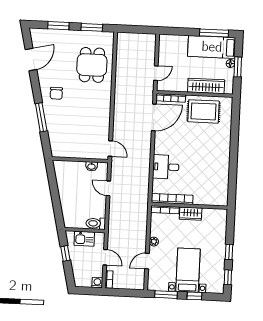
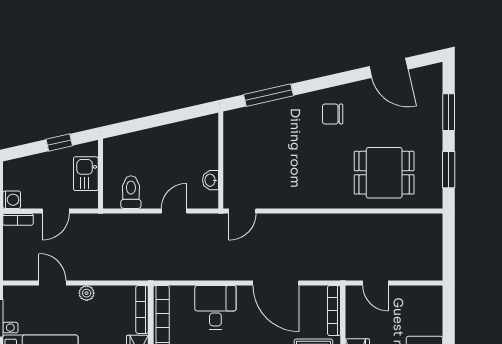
window: (41, 117) -> (268, 95), moved
door: (154, 117) -> (276, 283), moved
toilet: (96, 223) -> (131, 192), moved

